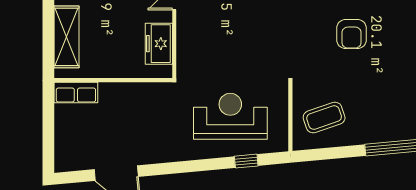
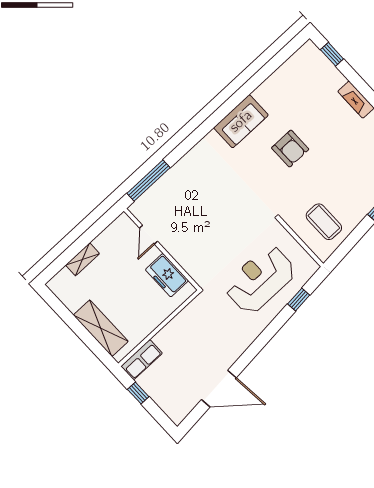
window: (48, 116) -> (138, 393), added
coffee table: (324, 118) -> (324, 222), turned -71

